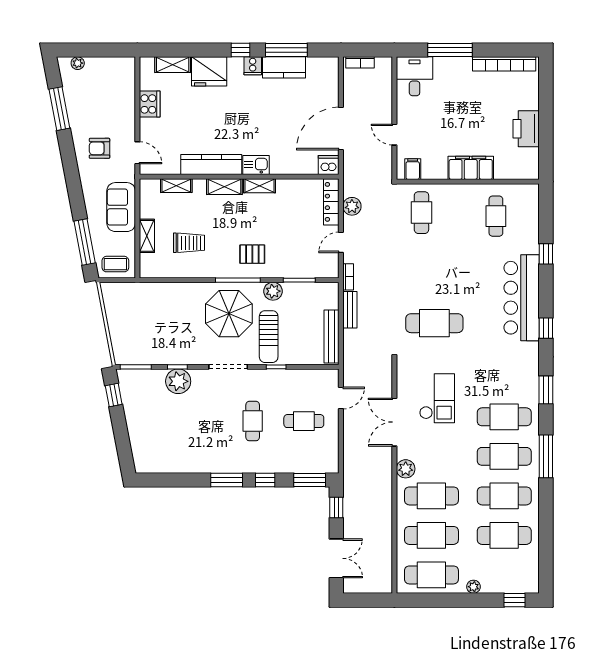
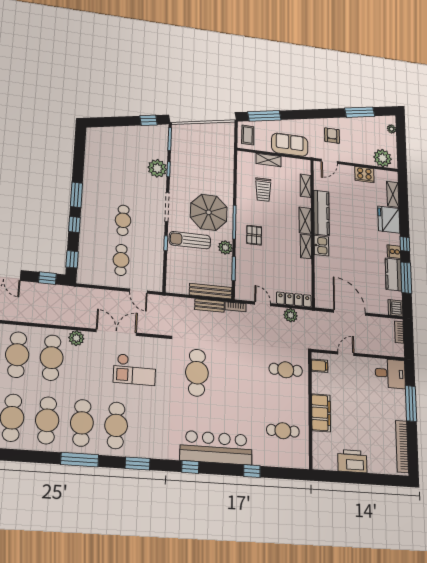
plant: (122, 78) -> (383, 158), added
dishwasher: (329, 165) -> (395, 308), moved, turned 180
bench: (332, 337) -> (211, 291), moved
cafe table: (253, 421) -> (123, 220), turned 90
window: (310, 480) -> (72, 259), width x0.67

